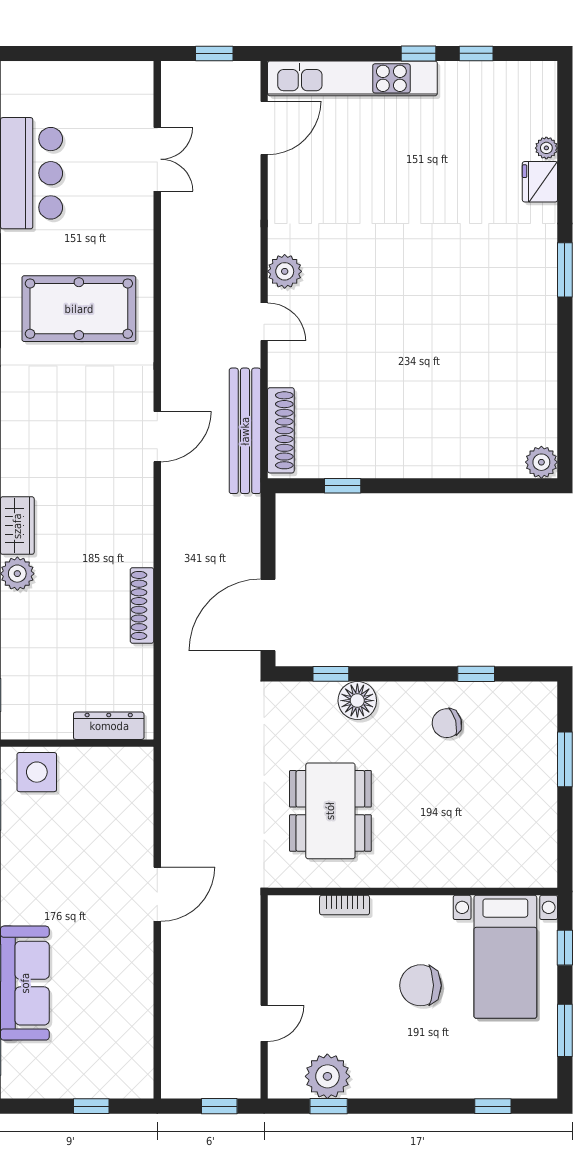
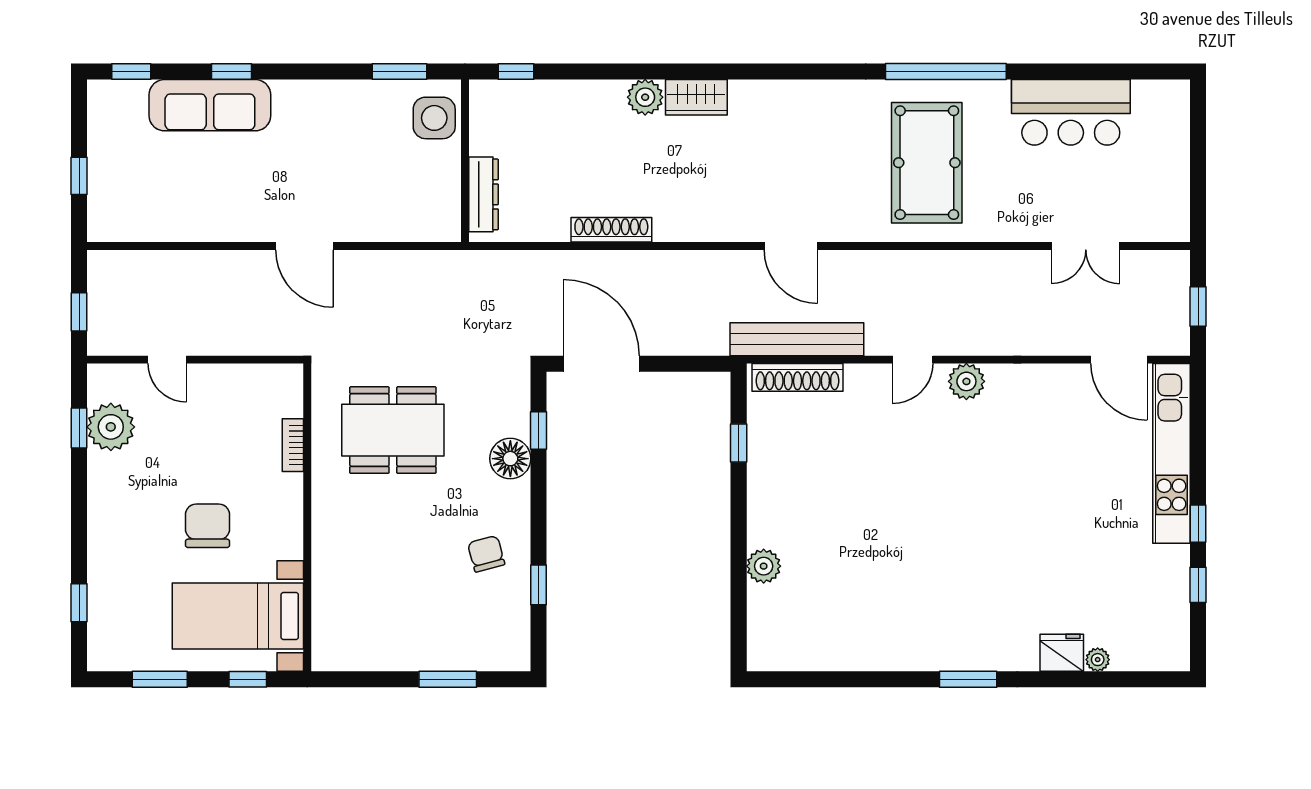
plant: (541, 462) -> (764, 566), moved

